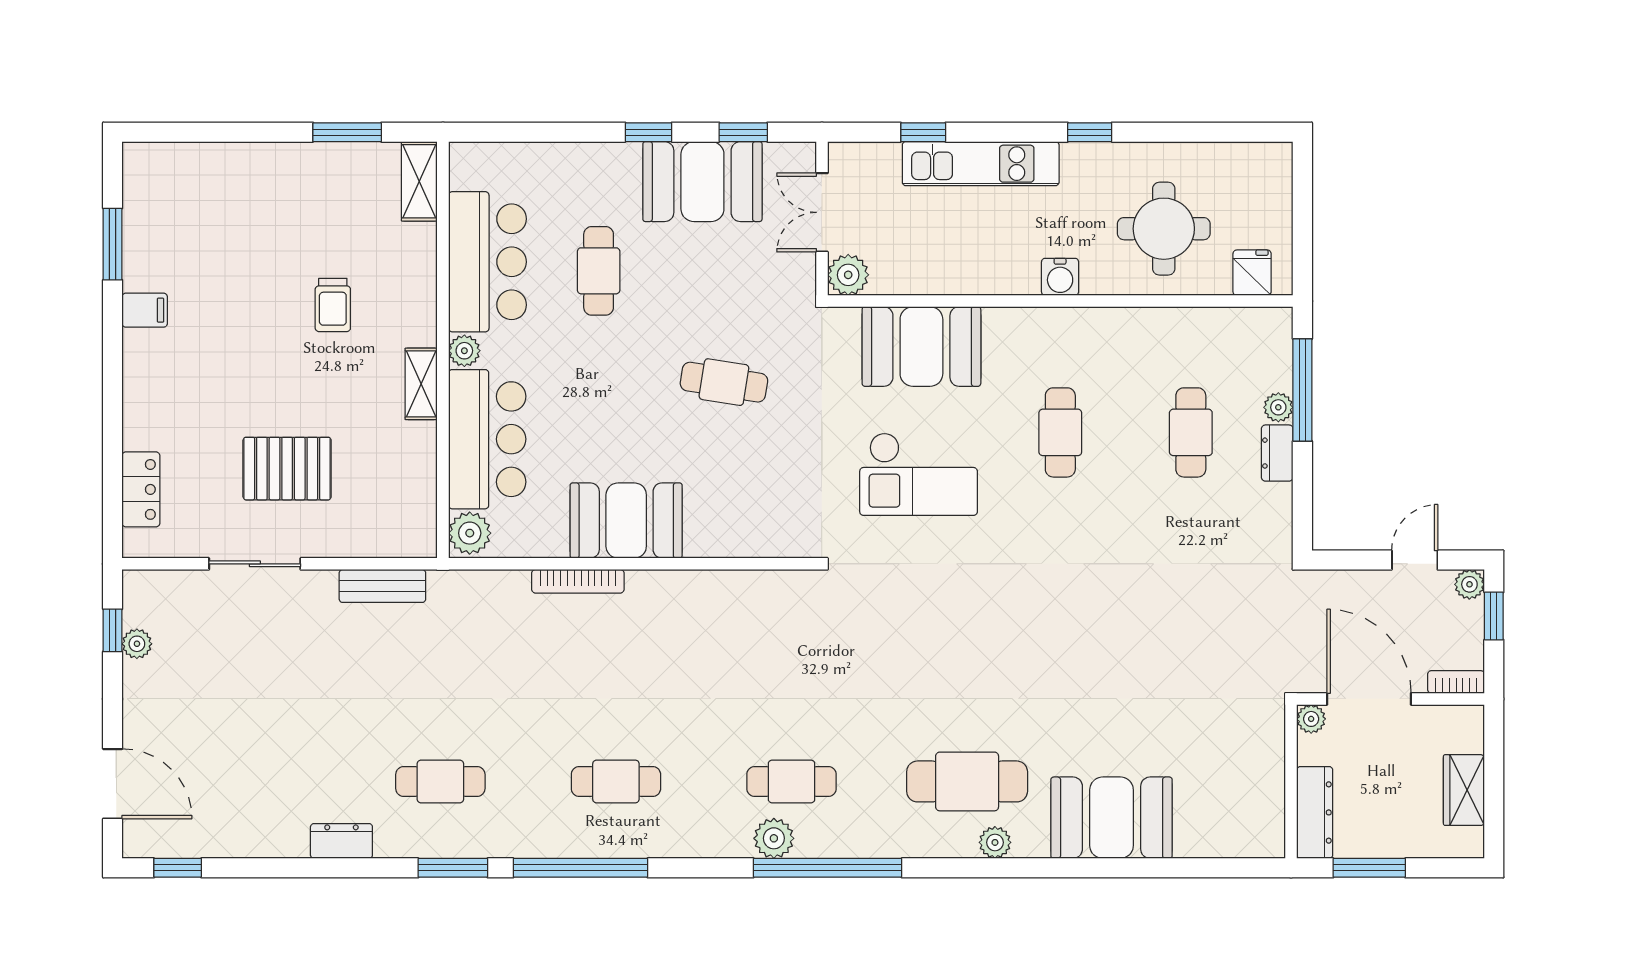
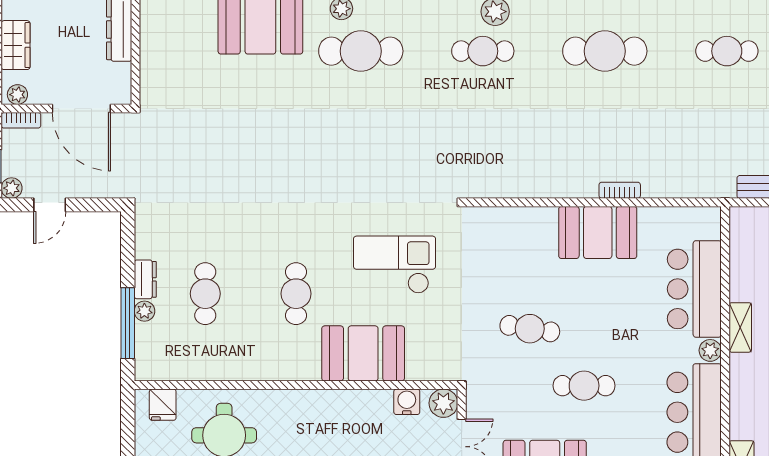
cafe table: (599, 271) -> (584, 386), moved, turned 90
water cooler: (1060, 277) -> (407, 402), moved
booth: (921, 346) -> (363, 353), moved
plant: (470, 533) -> (706, 224), removed
bookcase: (578, 581) -> (620, 190), width x0.64
plant: (1311, 719) -> (17, 95), moved
cafe table: (616, 781) -> (605, 51), width x1.37, depth x1.35

